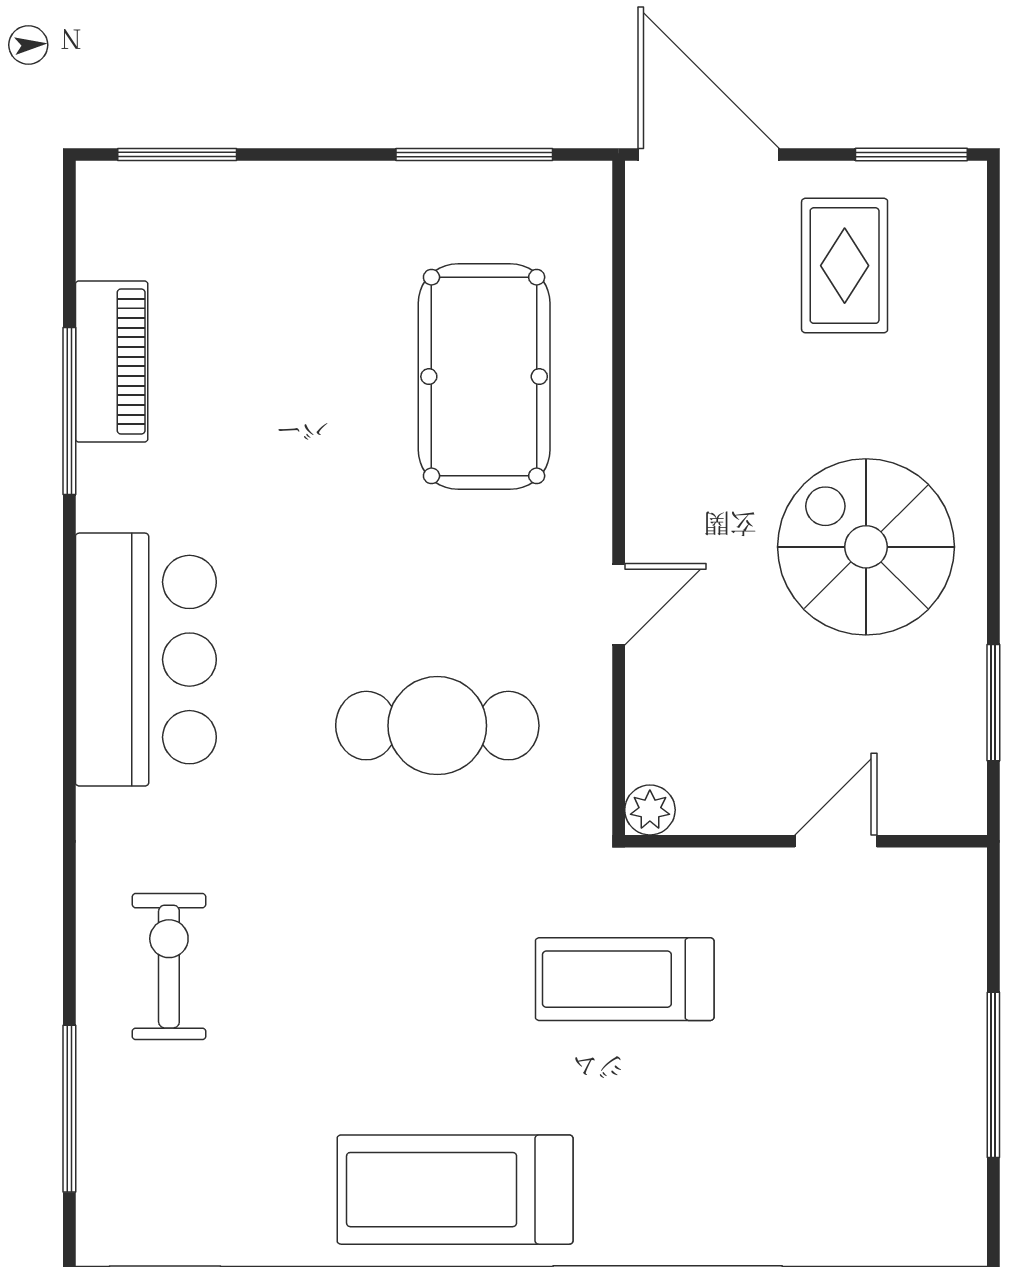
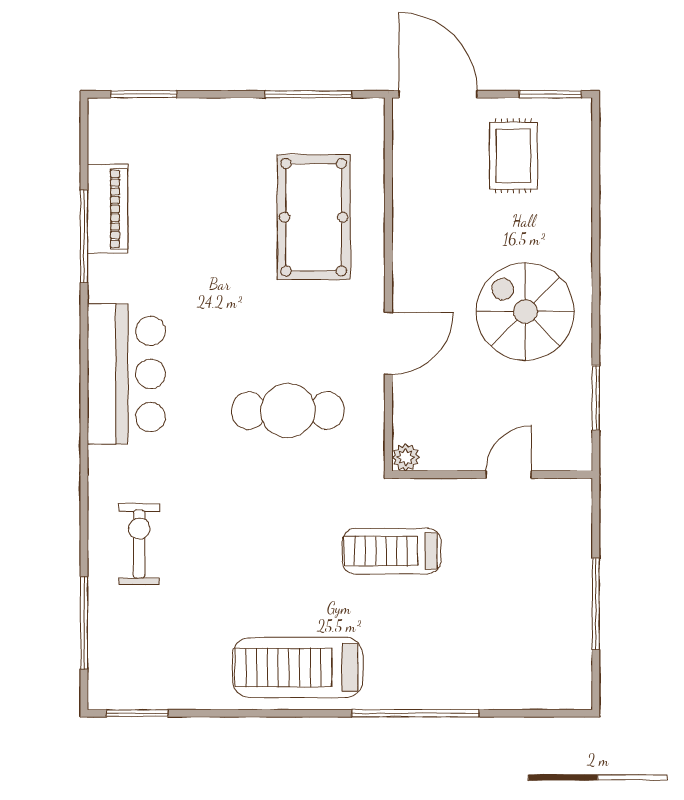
door: (619, 604) -> (388, 343), width x1.38

